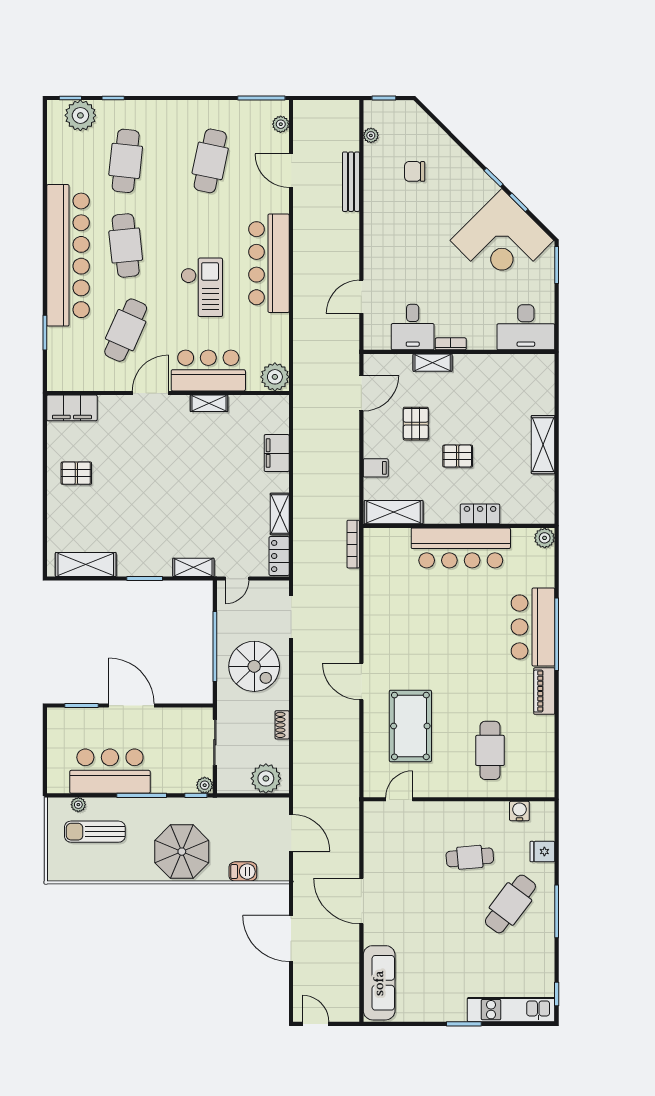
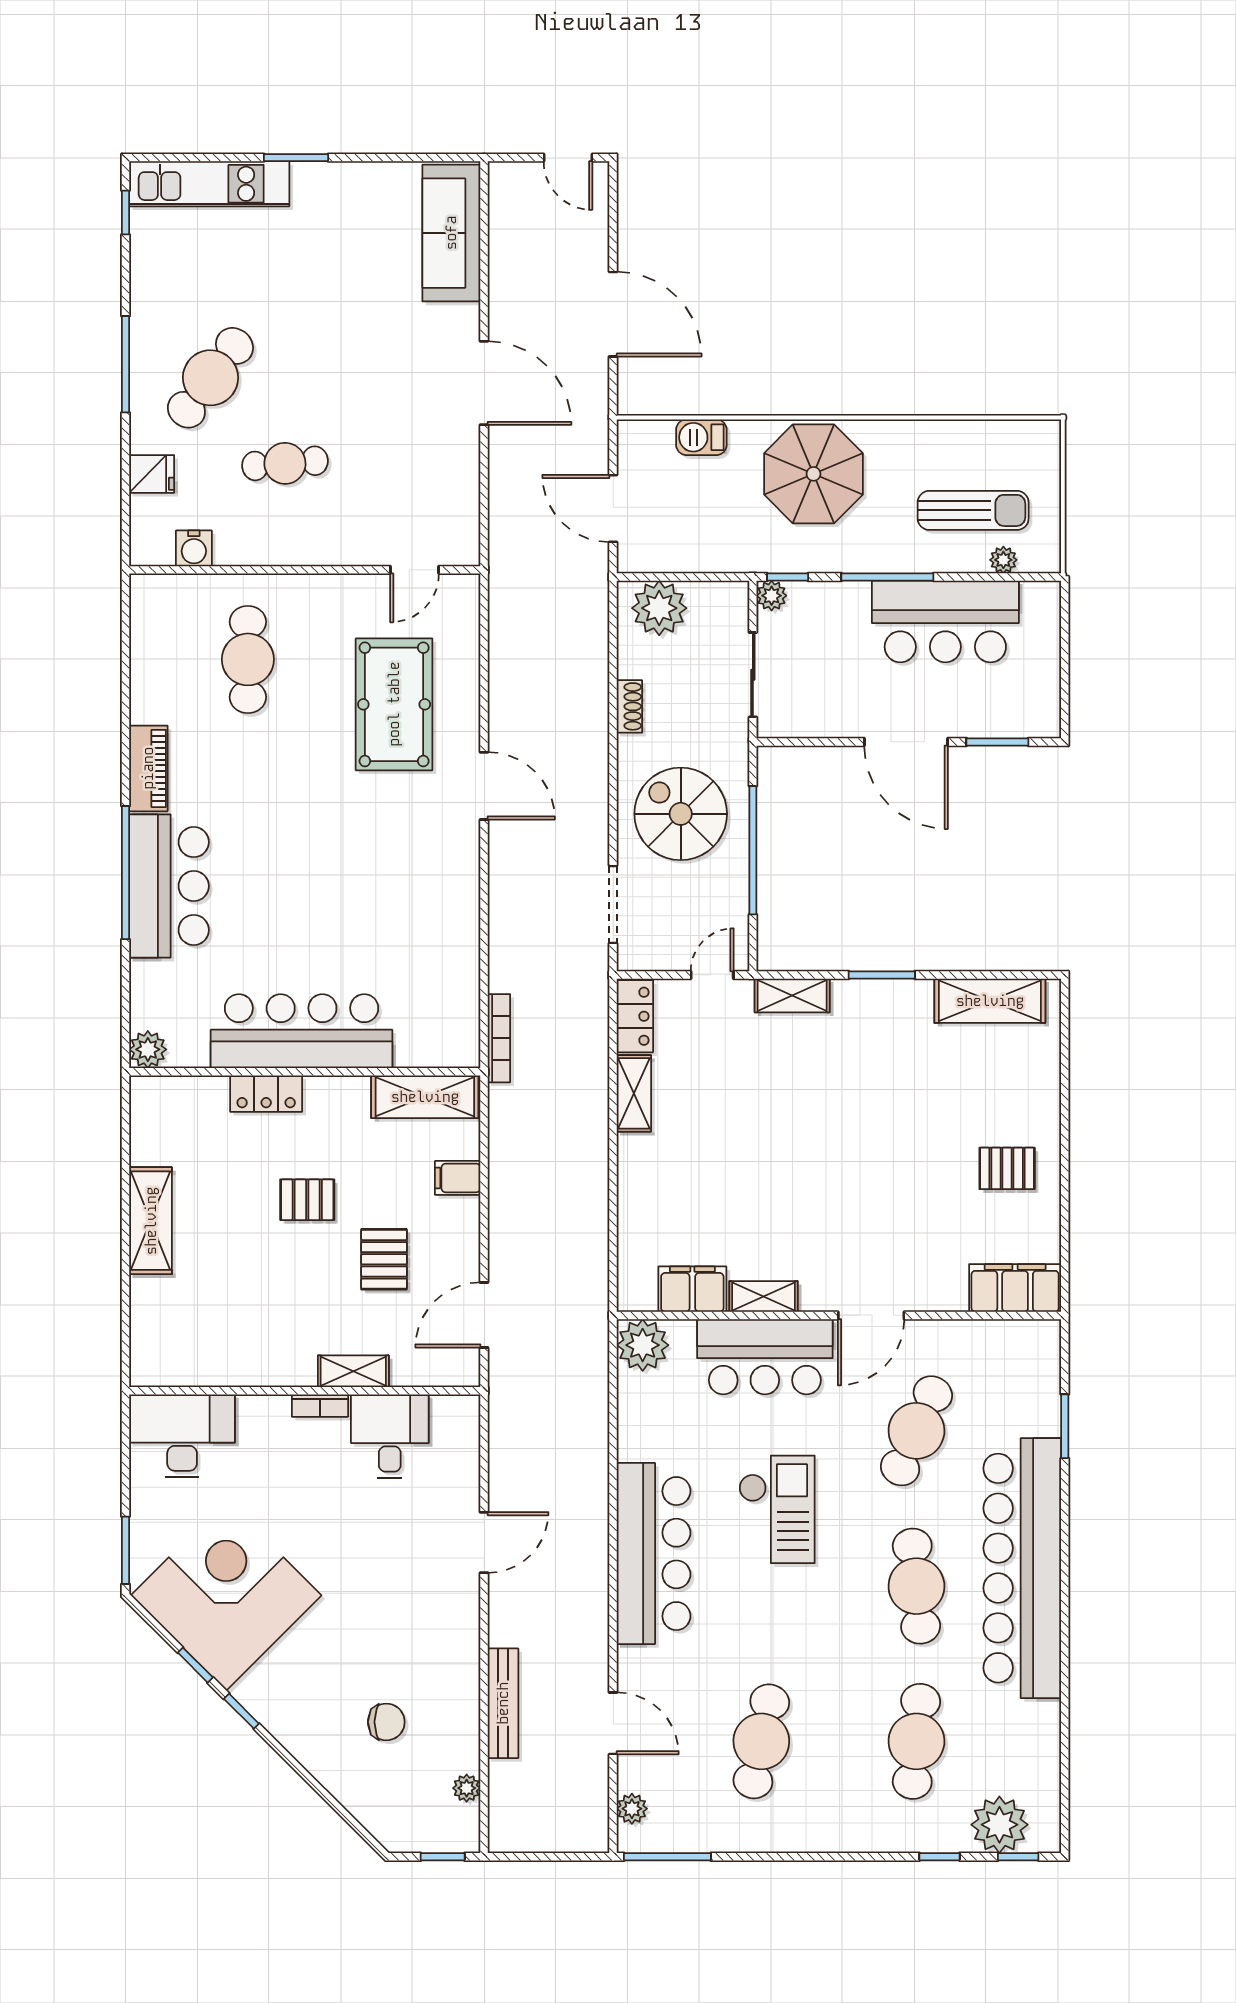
checkout: (202, 287) -> (777, 1509), turned 180
door: (361, 297) -> (484, 1543), moved
filing cabinet: (277, 453) -> (692, 1289), moved, turned -90

